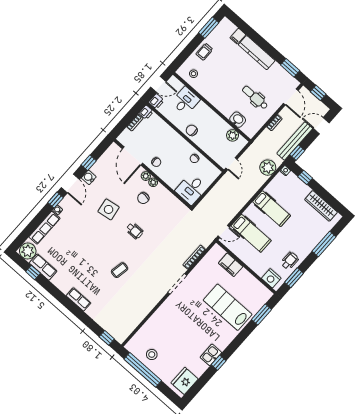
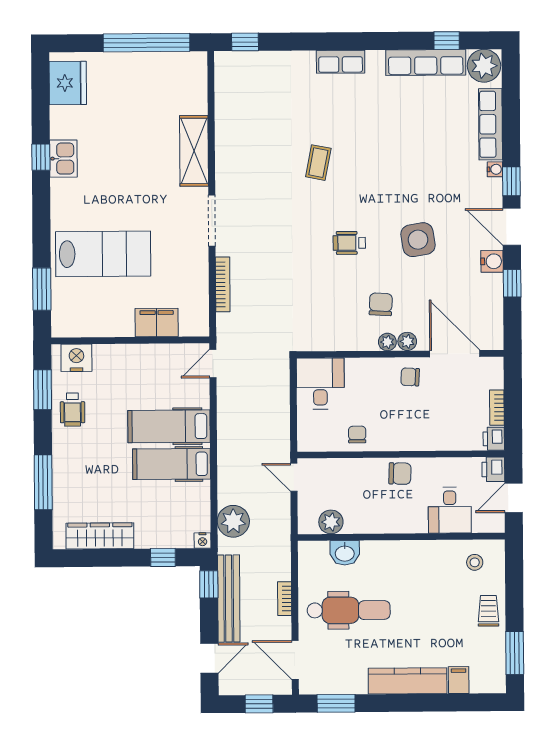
dental chair: (255, 98) -> (349, 610), width x1.36, depth x1.38
hospital bed: (251, 233) -> (169, 426), moved
row of seats: (43, 267) -> (426, 63), width x1.48
shelving: (161, 315) -> (194, 151), added
stool: (152, 355) -> (154, 78), removed

